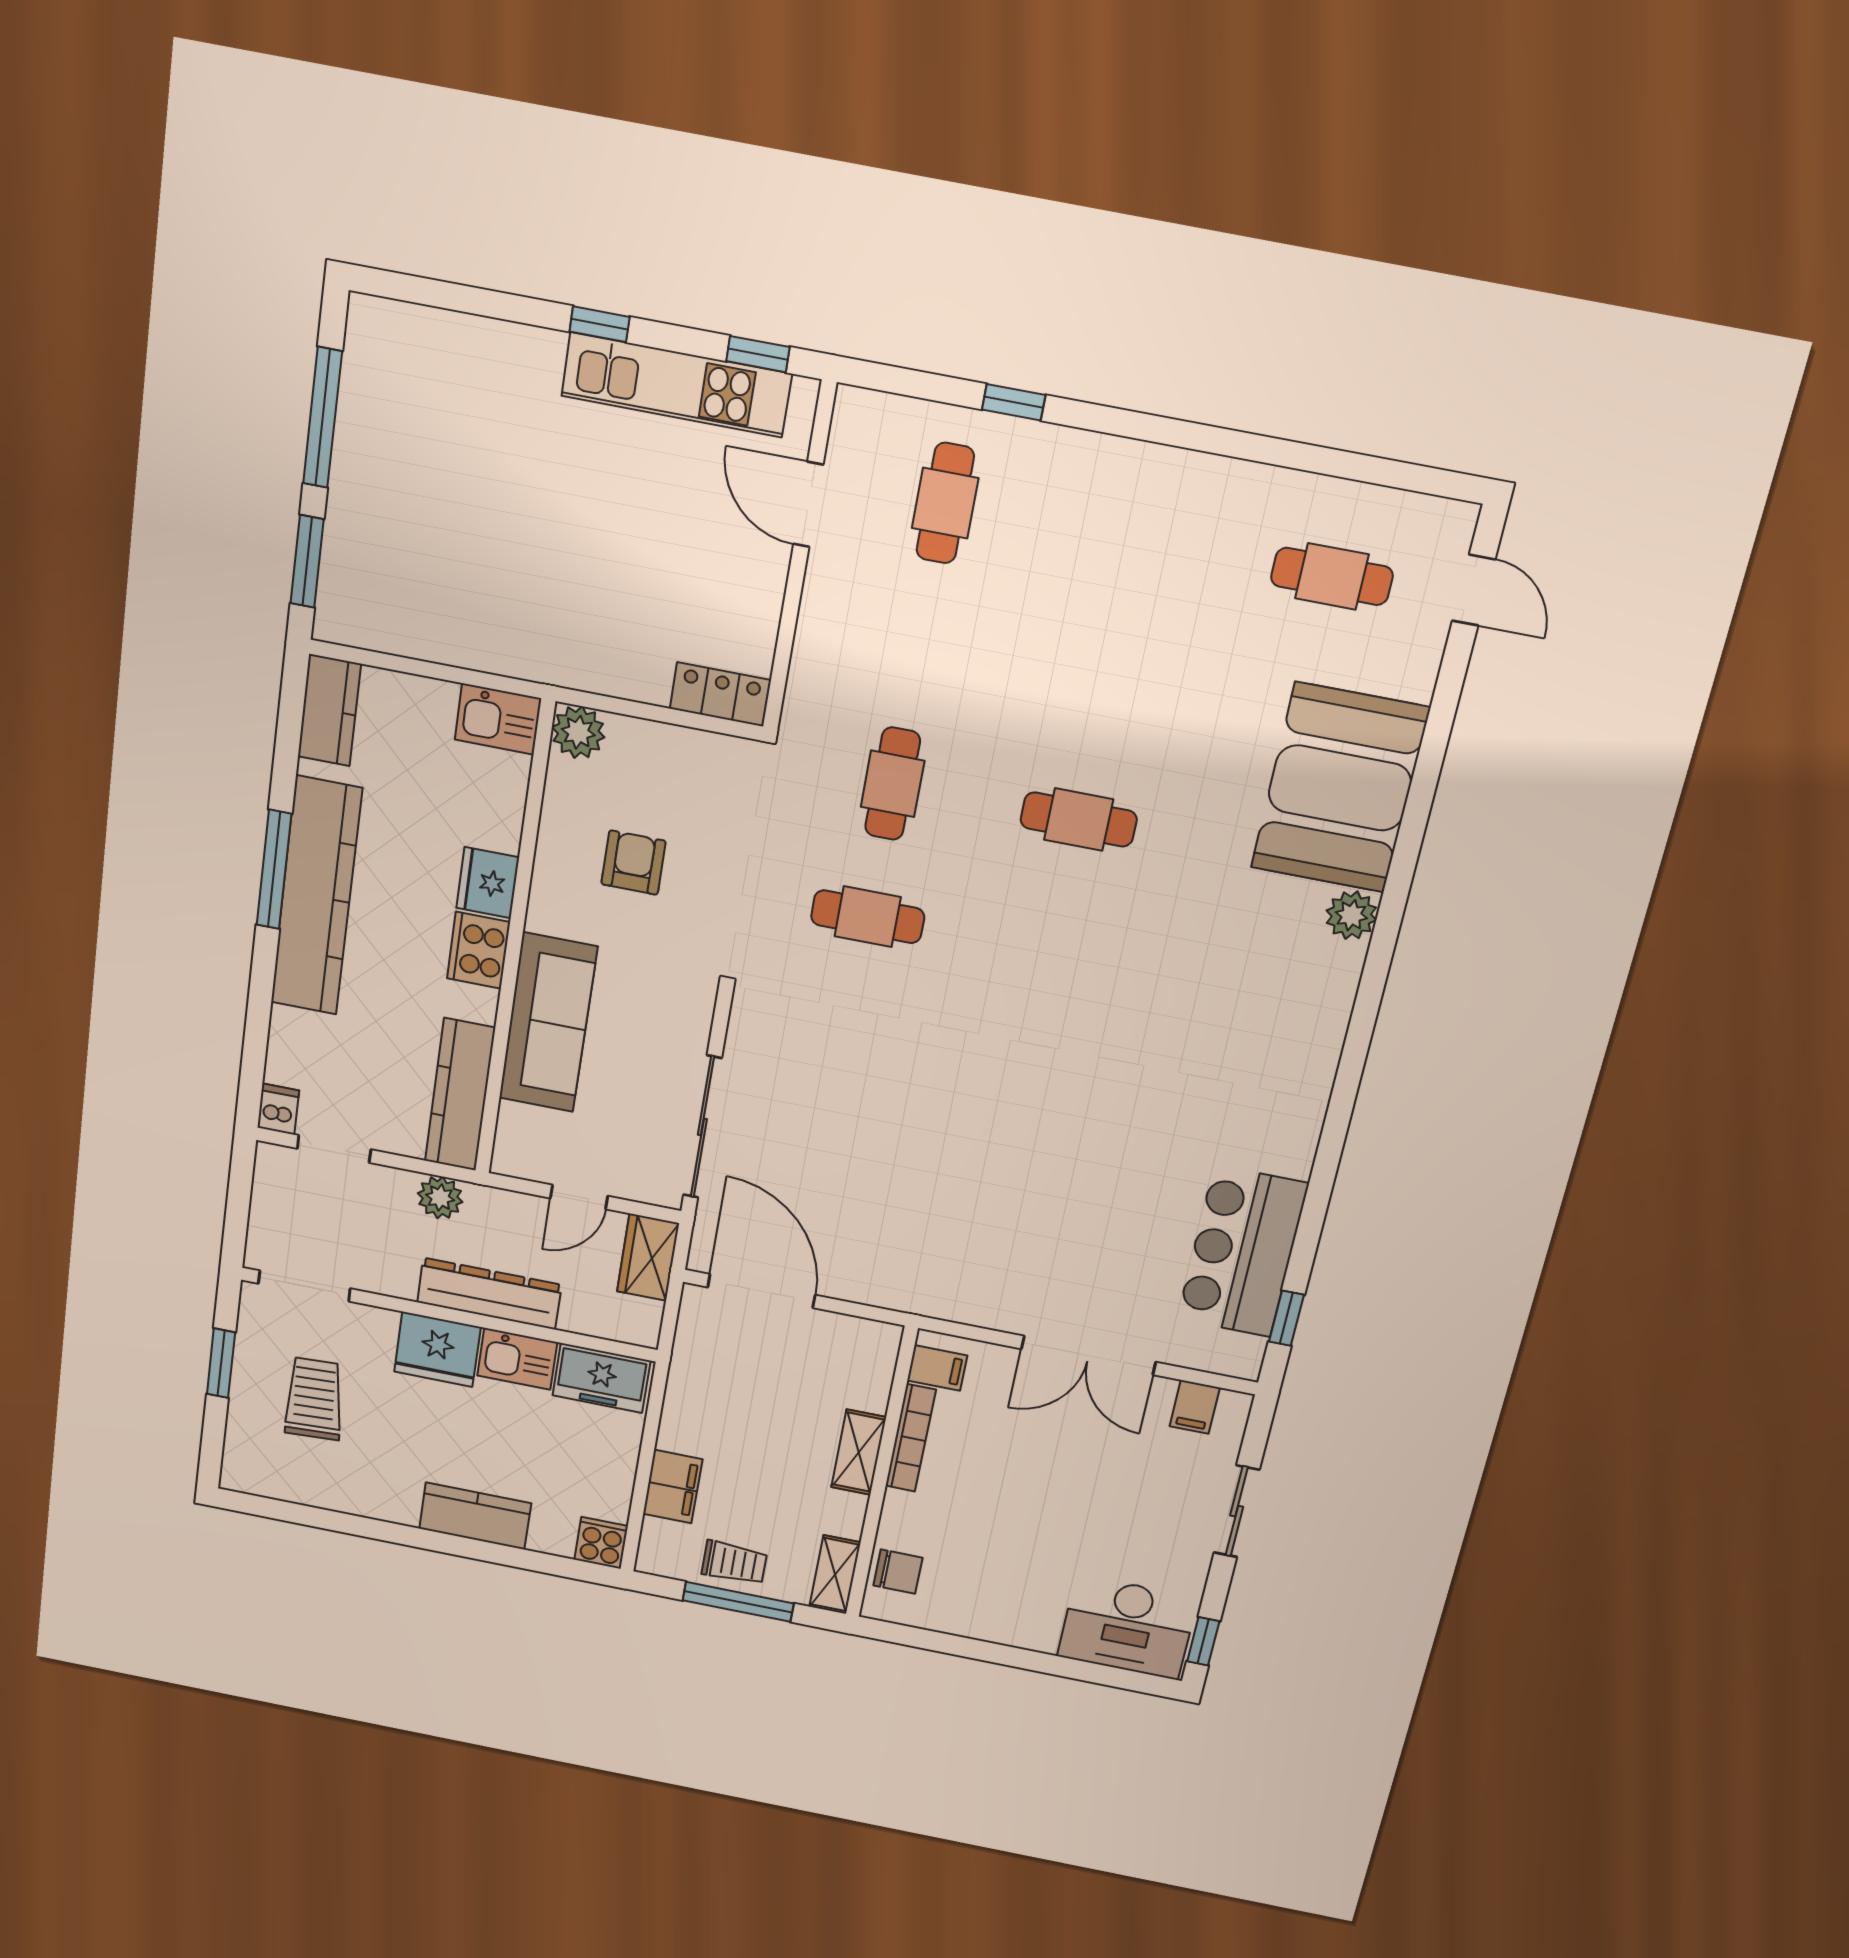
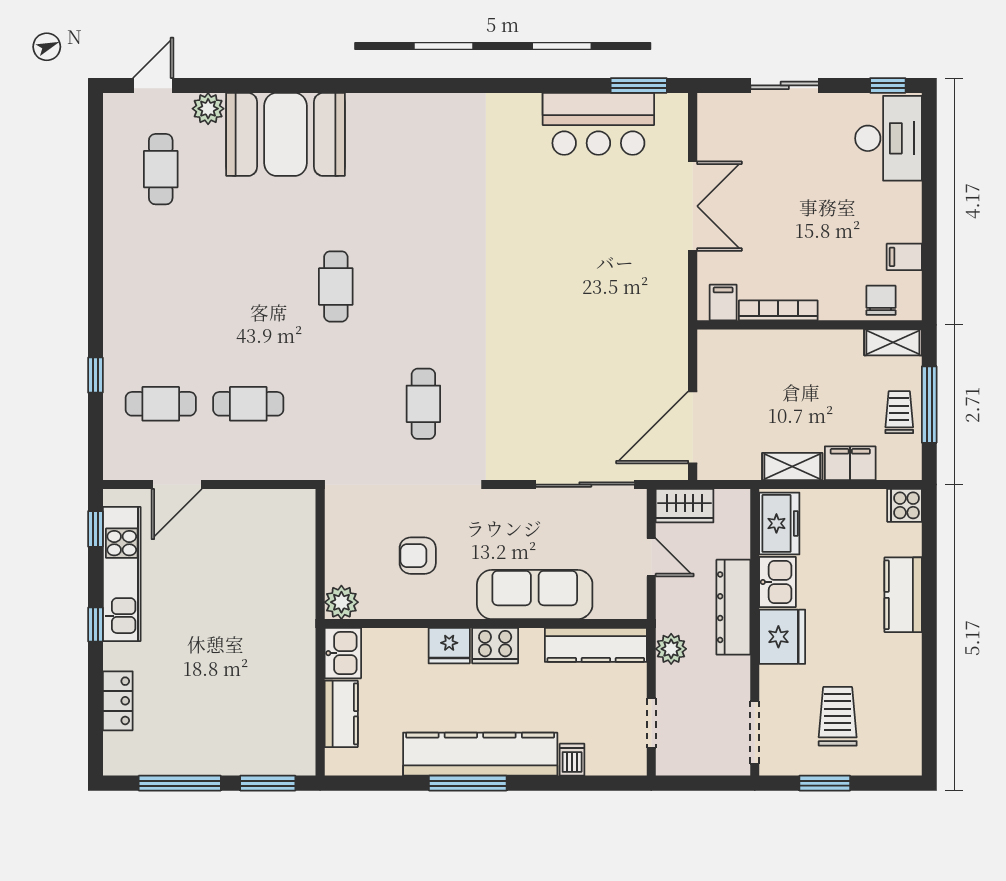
locker: (720, 694) -> (118, 701), moved, turned 180
kitchen counter: (329, 710) -> (341, 714), moved, turned 90
cafe table: (893, 784) -> (248, 404), moved
plant: (1351, 915) -> (208, 109), moved
dishwasher: (278, 1109) -> (572, 760), moved, turned 90
window: (1286, 1318) -> (639, 85), width x1.50
trolley: (314, 1399) -> (838, 716), turned 93
filing cabinet: (1195, 1407) -> (904, 257), moved, turned 180
shelving: (859, 1452) -> (792, 467), moved

